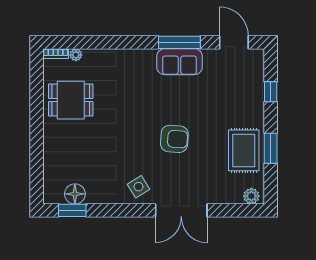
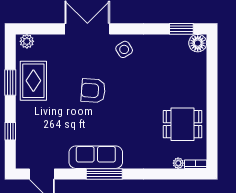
window: (179, 42) -> (104, 174), moved
sofa: (180, 62) -> (96, 157), width x1.36
floor lamp: (75, 194) -> (198, 43), moved

